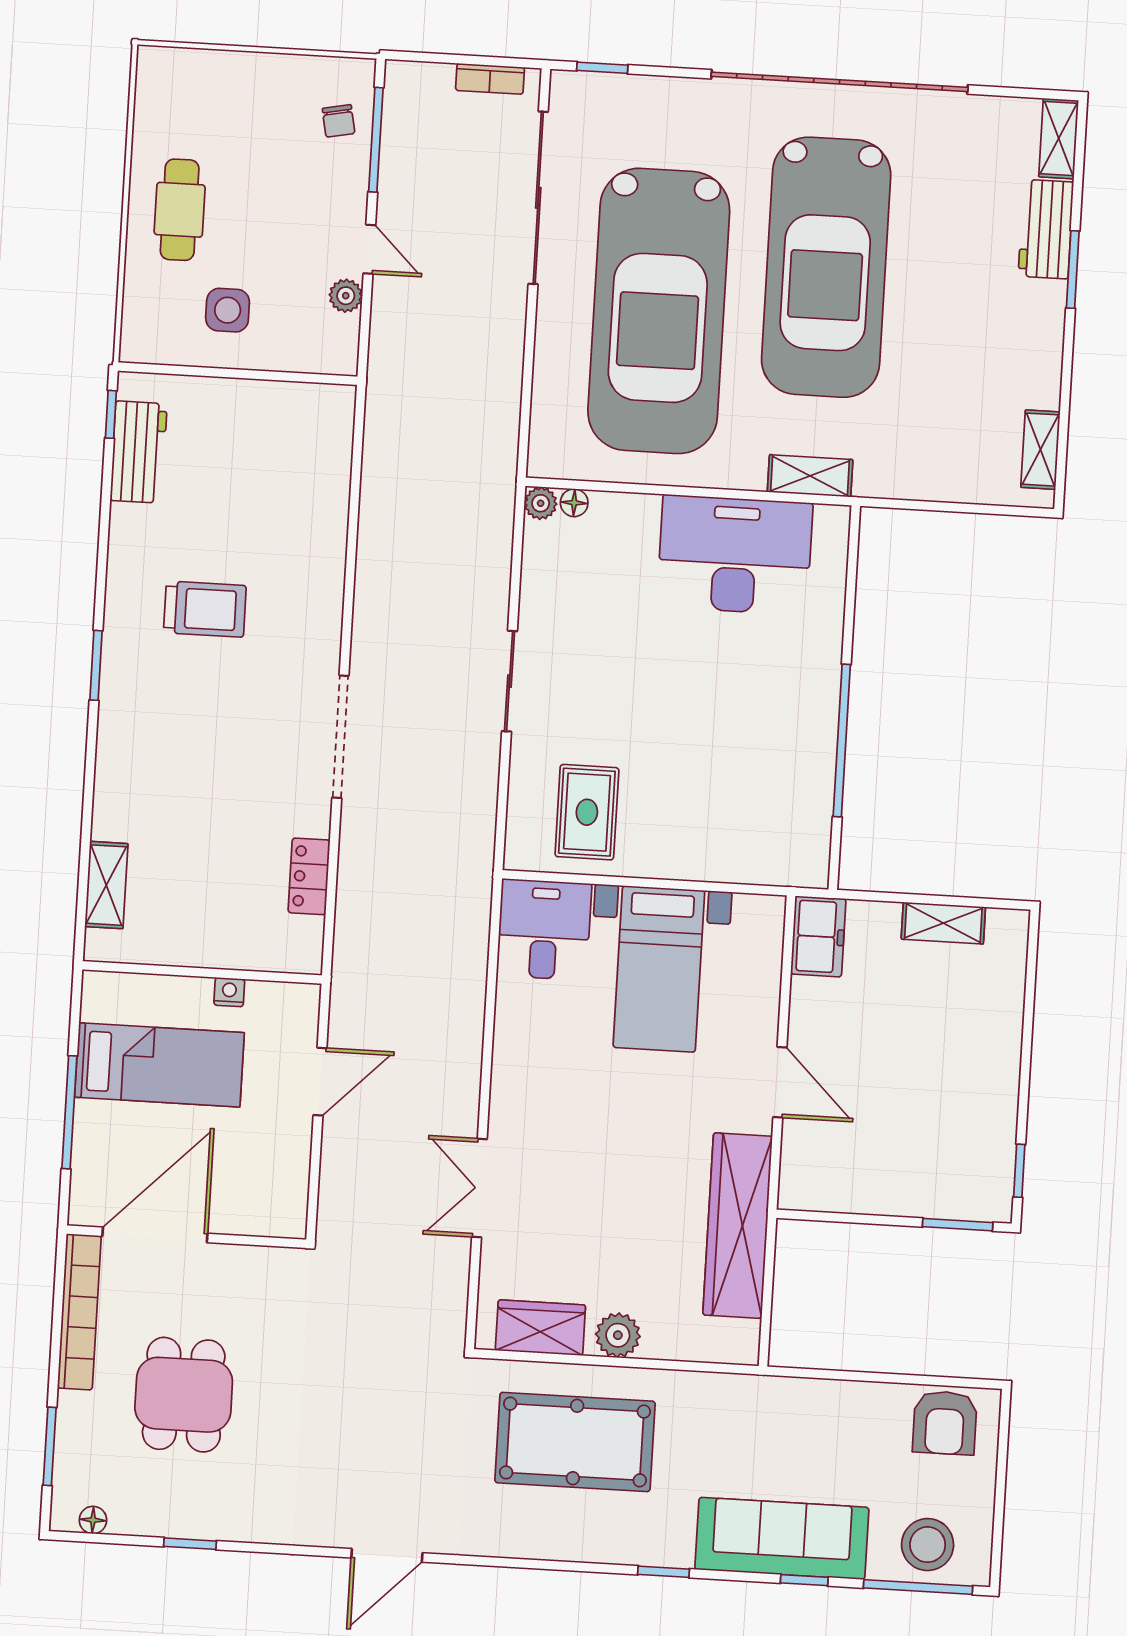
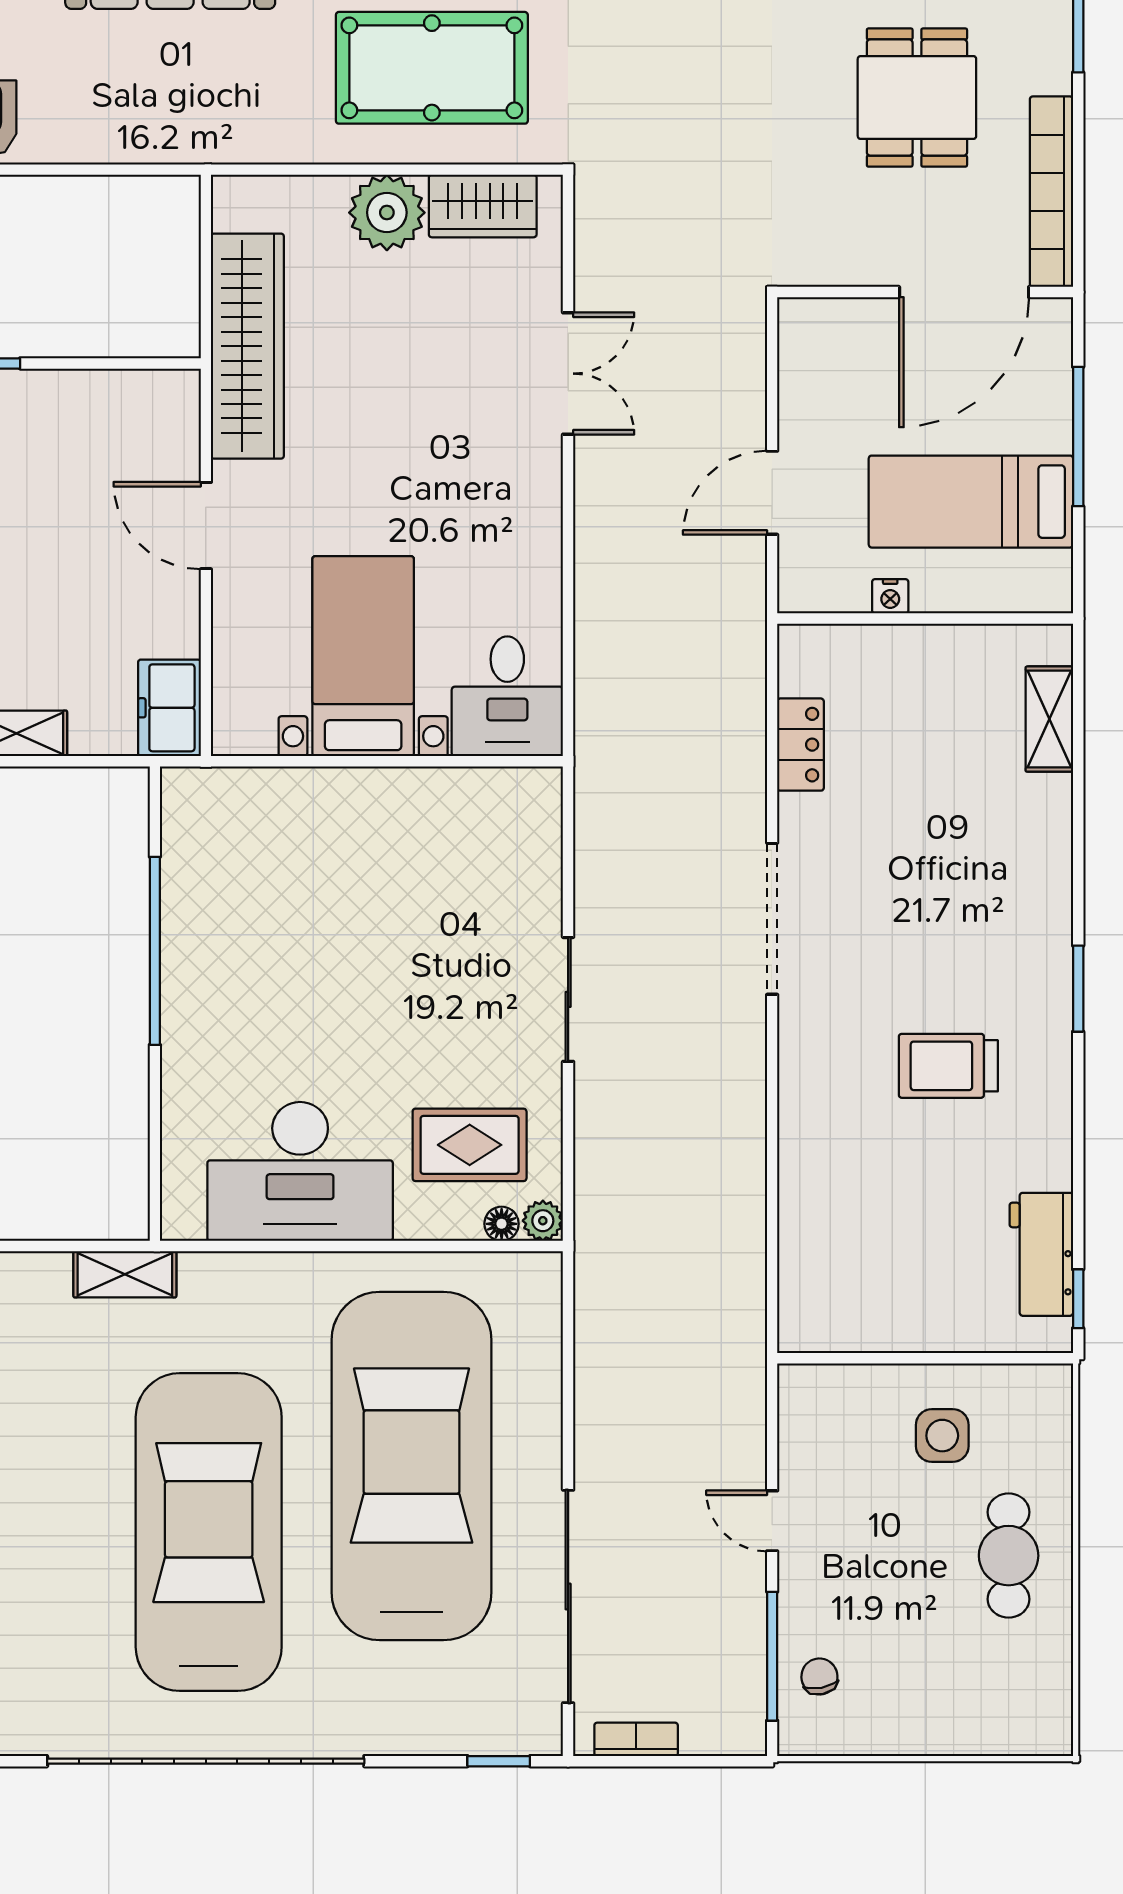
plant: (346, 296) -> (798, 1462), removed
shelving: (810, 476) -> (125, 1274), moved
rug: (587, 812) -> (470, 1145), moved, turned 90
plant: (618, 1335) -> (387, 213), width x1.36, depth x1.36

